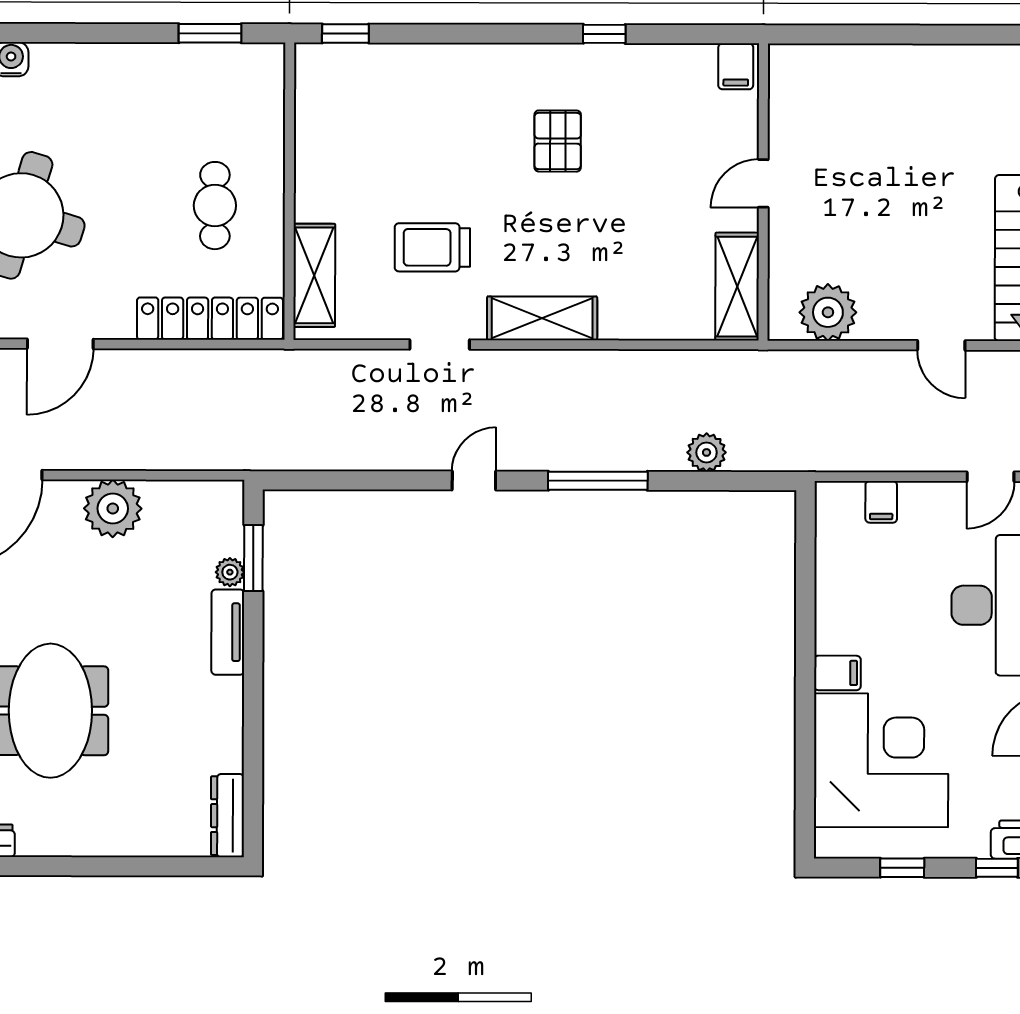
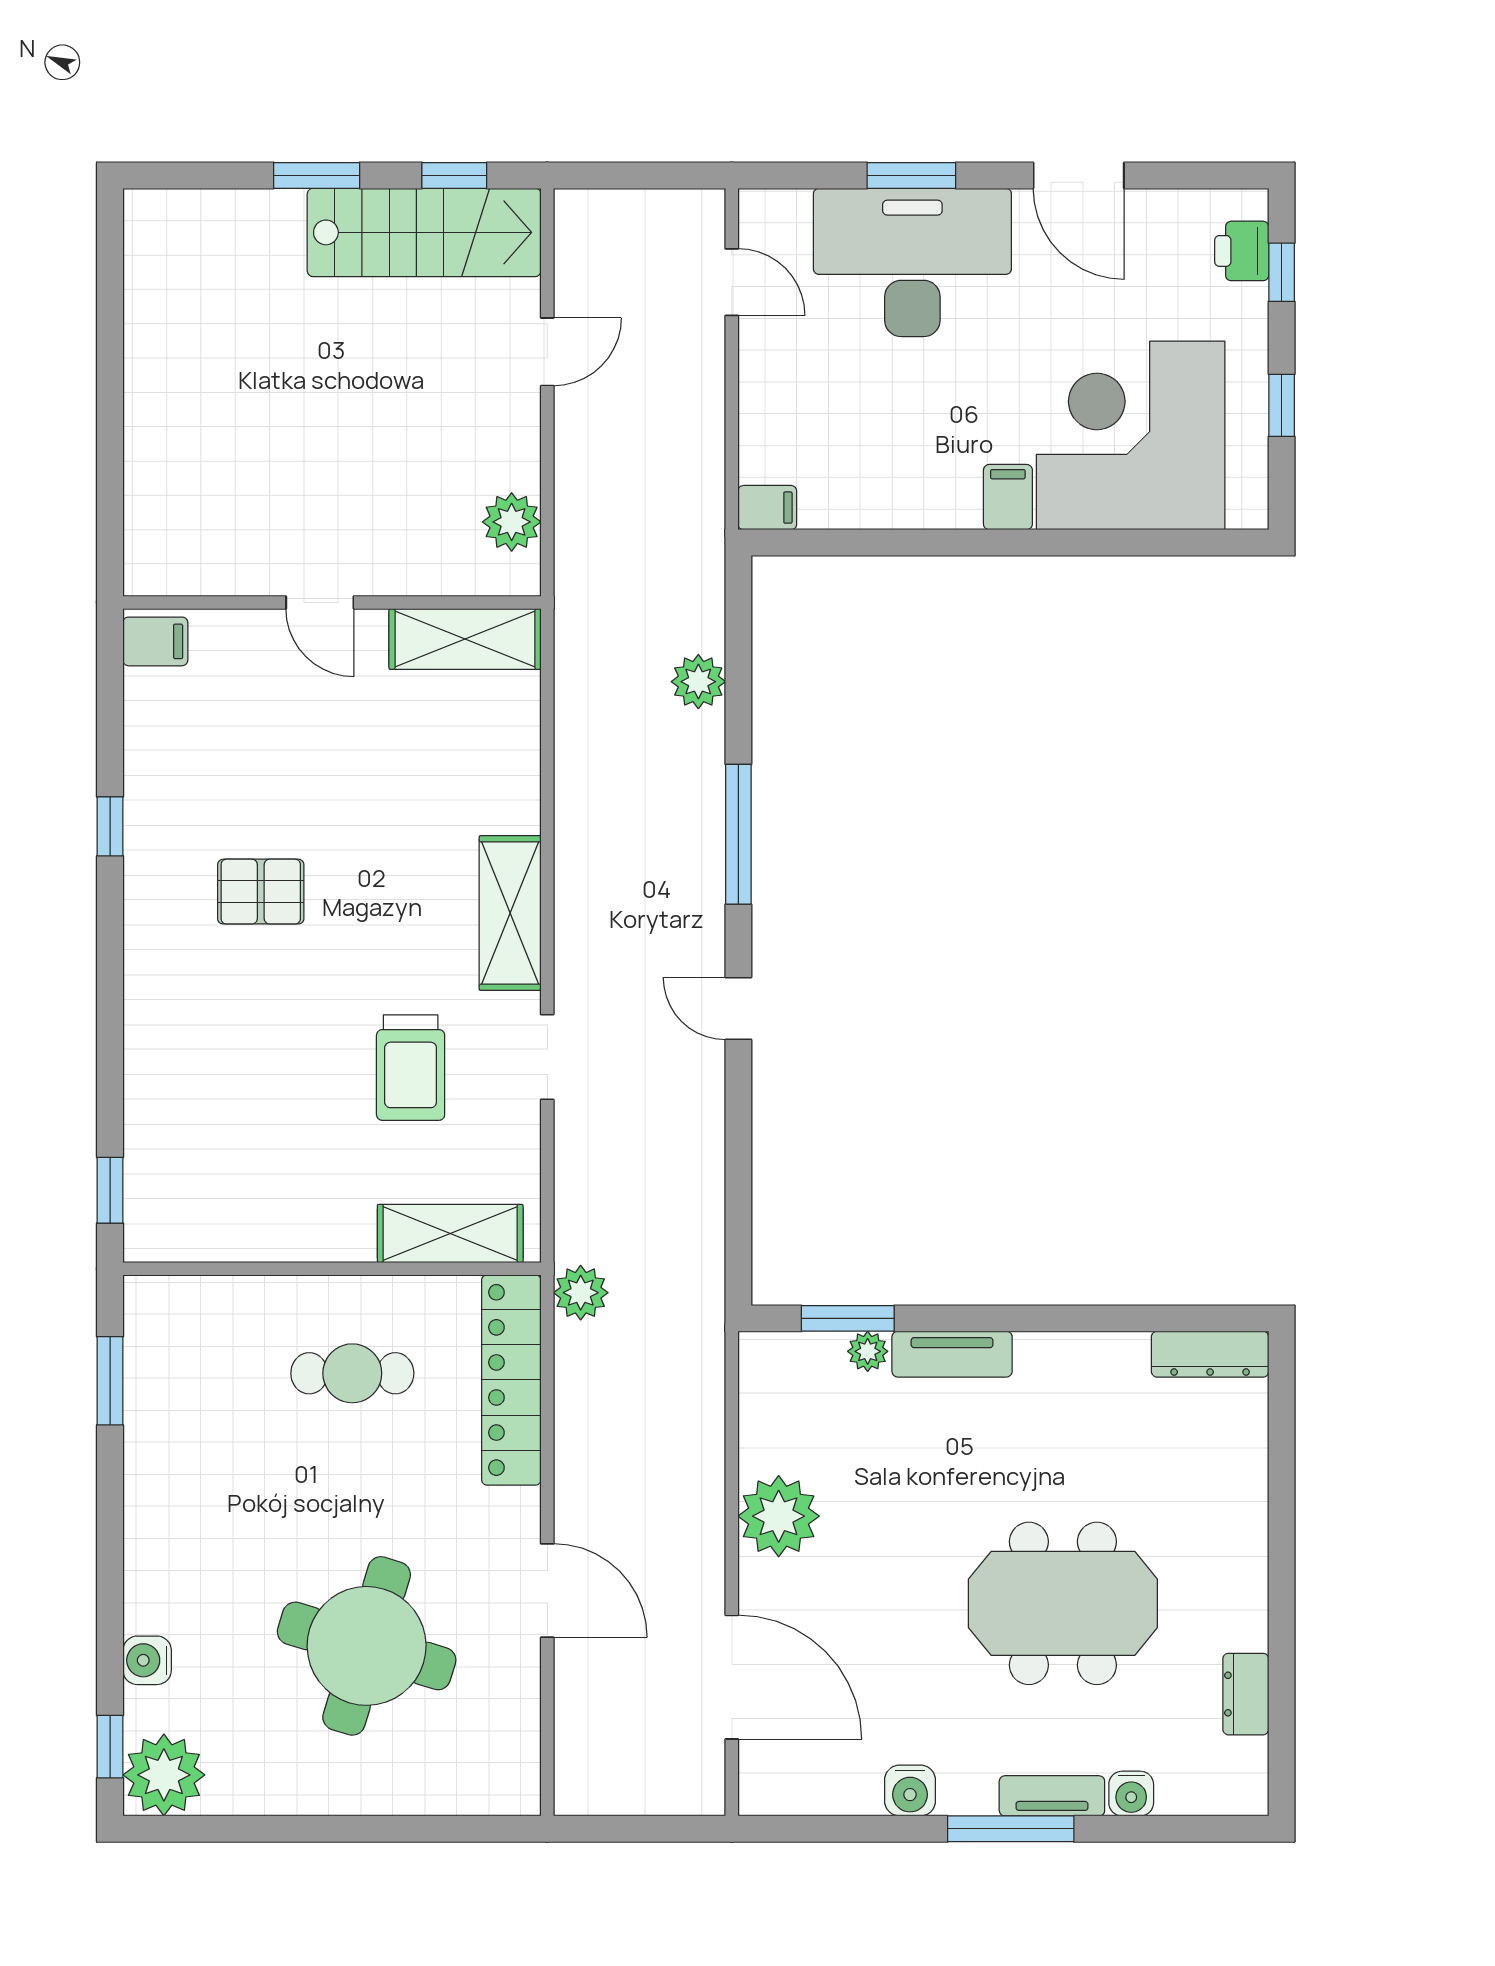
plant: (828, 312) -> (512, 522), width x0.73, depth x0.73
plant: (272, 368) -> (581, 1293), added
filing cabinet: (881, 502) -> (767, 508), moved

